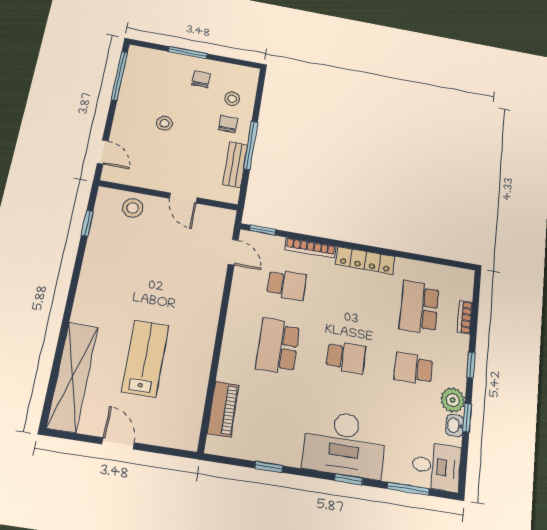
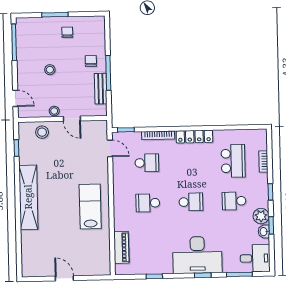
stool: (232, 99) -> (54, 111), moved
school desk: (419, 307) -> (233, 161), turned 180
school desk: (278, 346) -> (148, 203), width x0.54
lab bench: (145, 358) -> (90, 207), moved
shelving: (72, 377) -> (28, 197), moved

